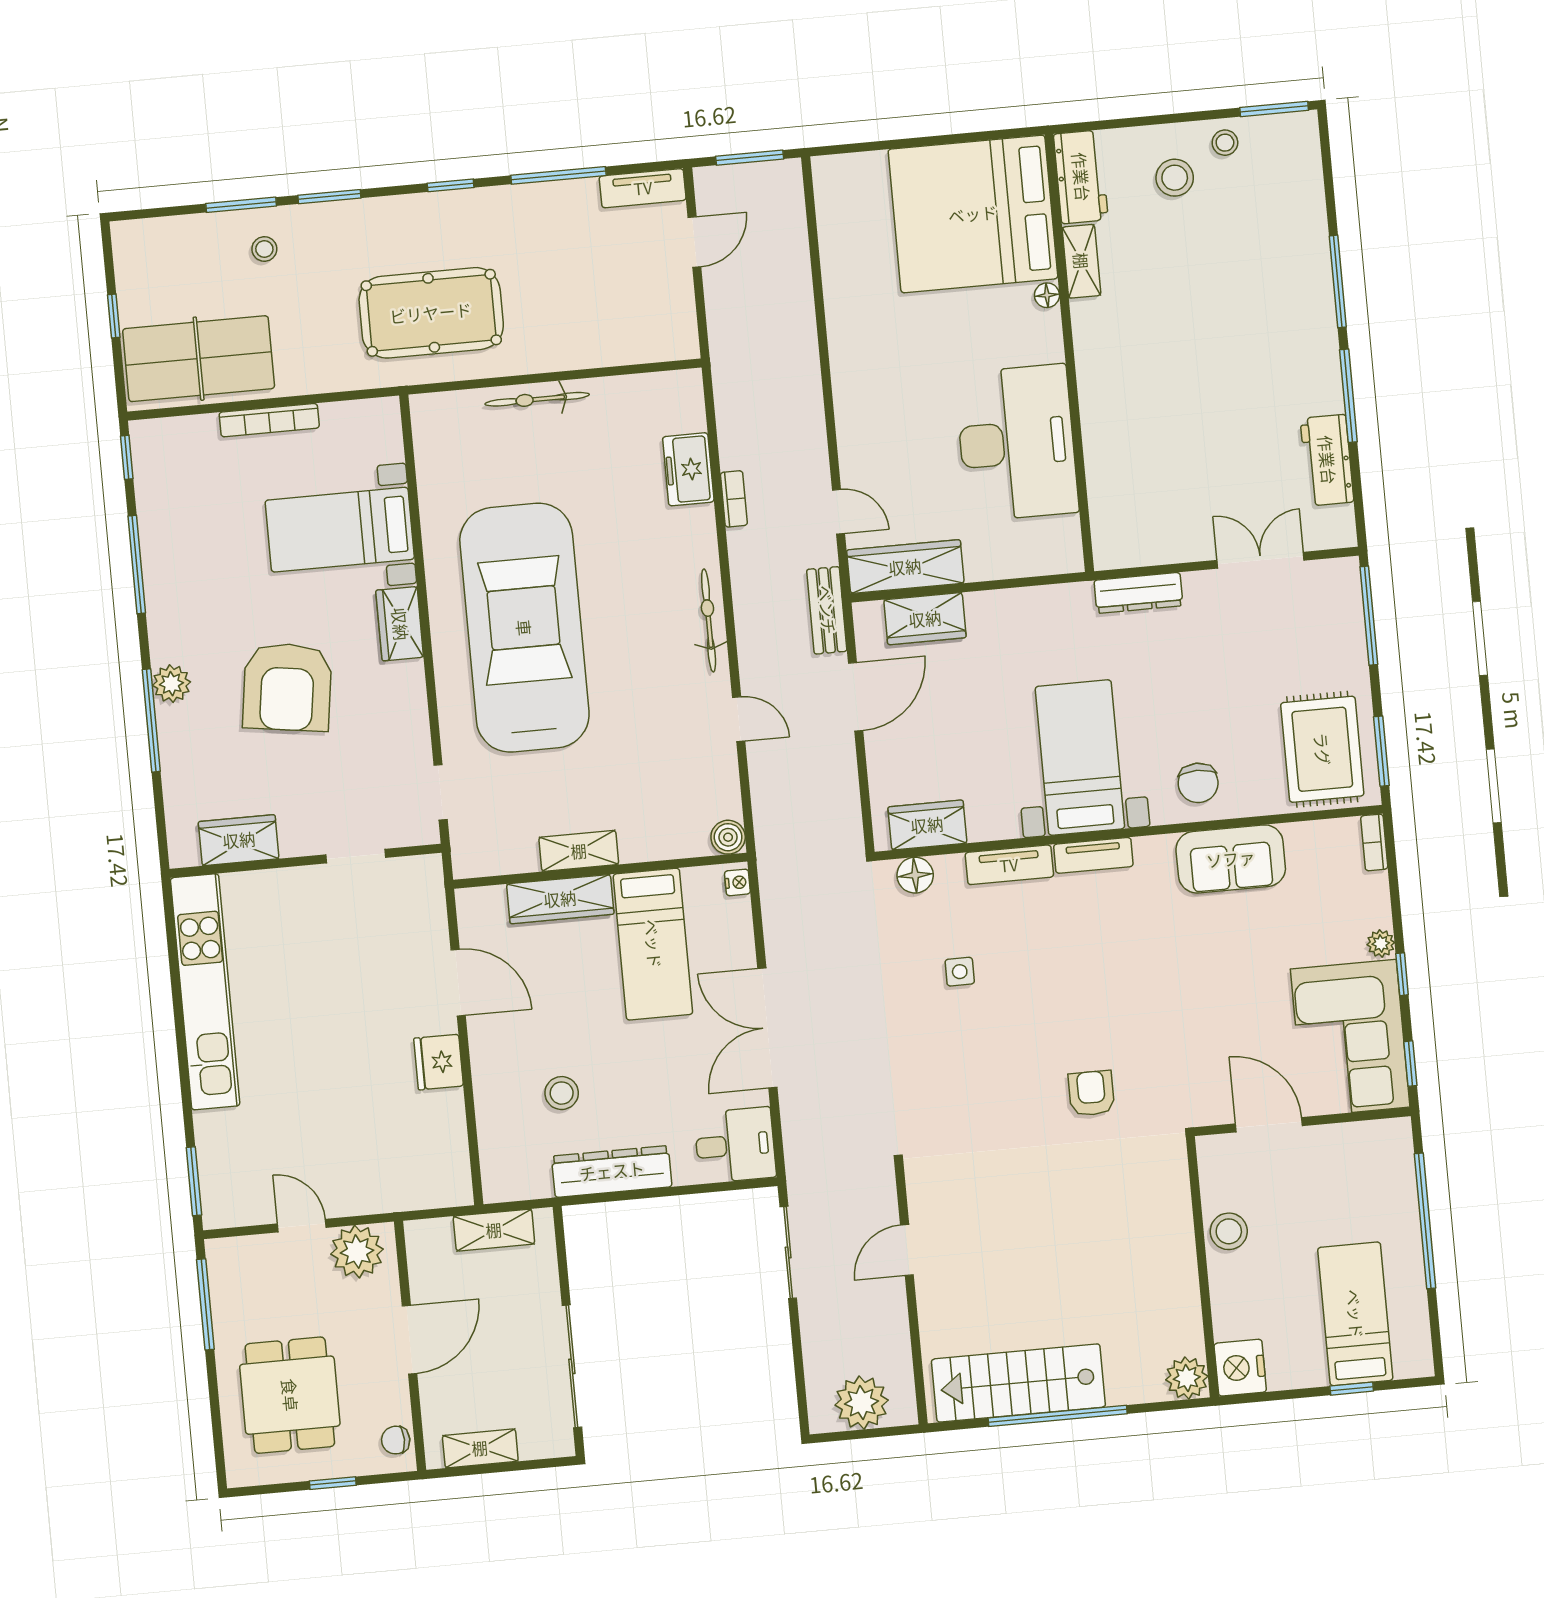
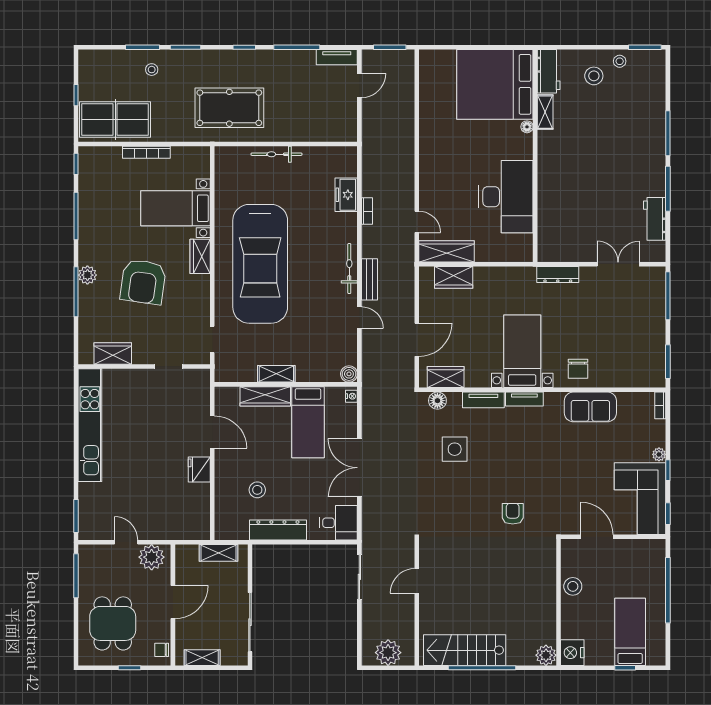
bench: (827, 610) -> (369, 279), moved
car: (524, 628) -> (260, 264), turned 180
door: (856, 697) -> (417, 340), moved
rug: (1322, 749) -> (639, 358), removed
side table: (960, 972) -> (455, 449), width x1.87, depth x1.87

